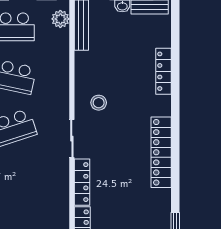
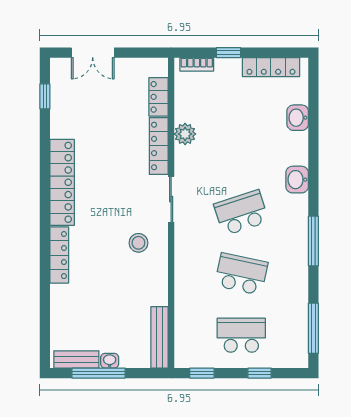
plant: (60, 19) -> (185, 134), moved
locker: (164, 71) -> (59, 255), moved

